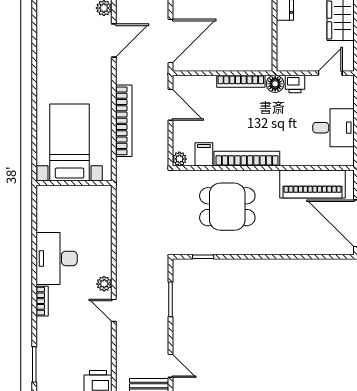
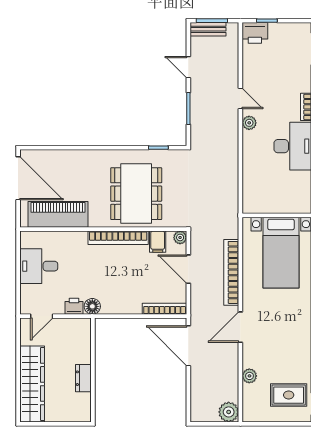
door: (114, 41) -> (240, 327), moved
door: (170, 41) -> (188, 346), hinge flipped
bookcase: (241, 81) -> (165, 309), moved
door: (170, 105) -> (188, 269), moved
dining table: (227, 207) -> (136, 194), width x1.38
door: (170, 366) -> (188, 67), moved

